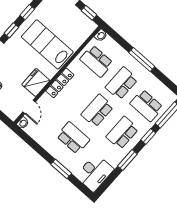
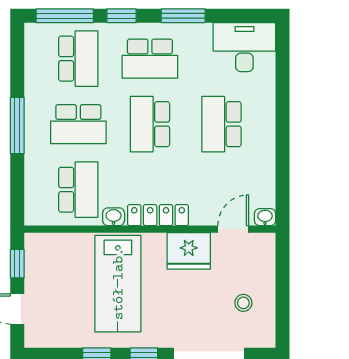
washbasin: (101, 35) -> (114, 217), moved
school desk: (97, 111) -> (150, 124), turned 90
window: (61, 169) -> (283, 101), removed

